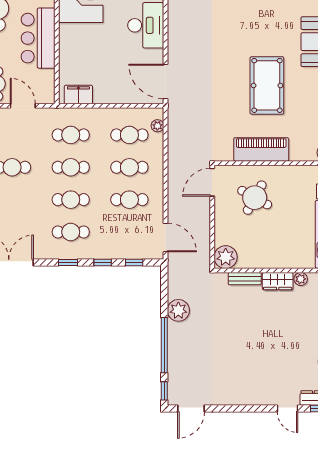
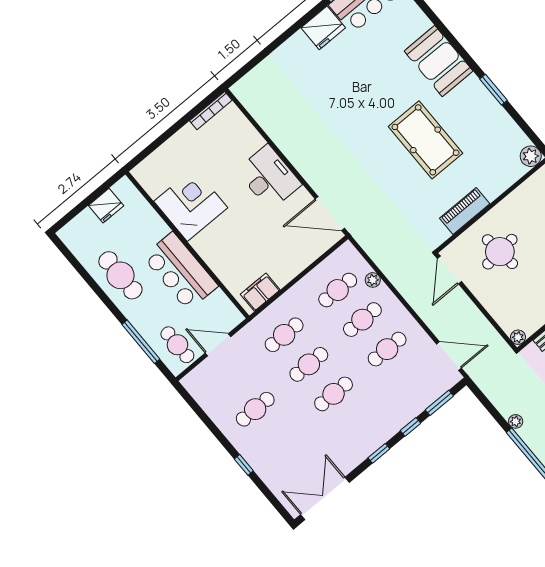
plant: (157, 126) -> (373, 280), moved
piano: (261, 149) -> (465, 211), width x0.73, depth x0.75
round table: (255, 198) -> (500, 252), turned -35
cafe table: (71, 232) -> (358, 423), removed
plant: (226, 257) -> (518, 337), width x0.53, depth x0.53
window: (134, 262) -> (439, 403), width x1.50
plant: (178, 310) -> (516, 421), width x0.53, depth x0.53

